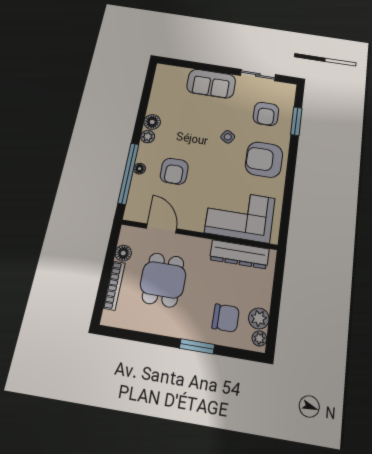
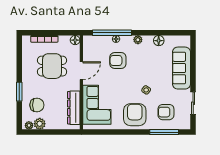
sofa: (211, 84) -> (181, 68), width x1.36
window: (296, 121) -> (164, 132), width x1.44
floor lamp: (152, 122) -> (159, 41), moved
door: (161, 229) -> (81, 71), moved
floor lamp: (123, 253) -> (75, 40), moved
chair: (226, 318) -> (37, 105), turned -90

